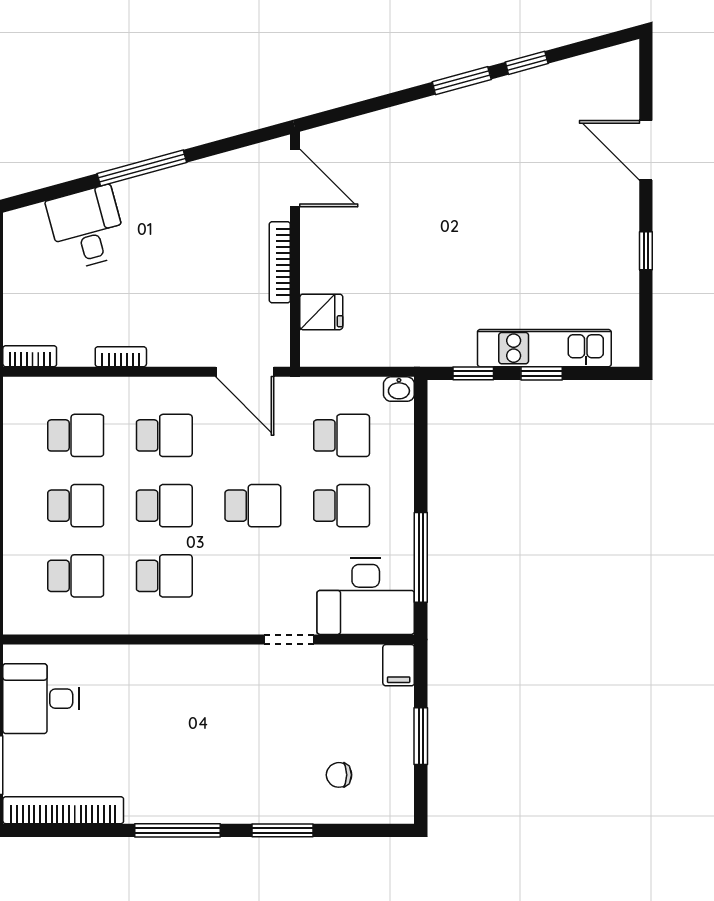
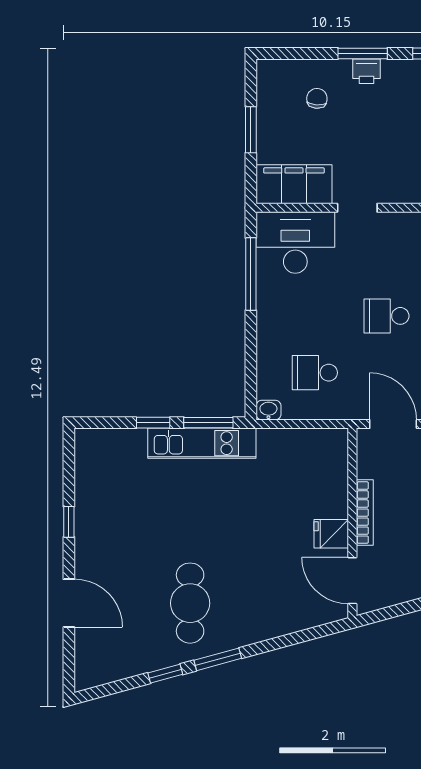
cafe table: (496, 150) -> (190, 603), added
fridge: (321, 312) -> (331, 534), moved
kitchen unit: (544, 348) -> (202, 443), moved
window: (473, 373) -> (208, 423), width x1.50
school desk: (342, 506) -> (315, 316), removed
filing cabinet: (399, 665) -> (294, 184), width x3.00, depth x1.17
chair: (339, 775) -> (317, 98), turned -86
printer: (277, 809) -> (367, 71), added

